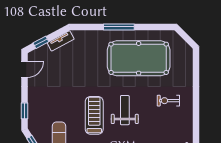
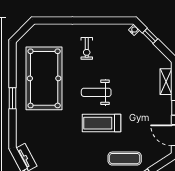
window: (119, 27) -> (12, 98), width x0.69

